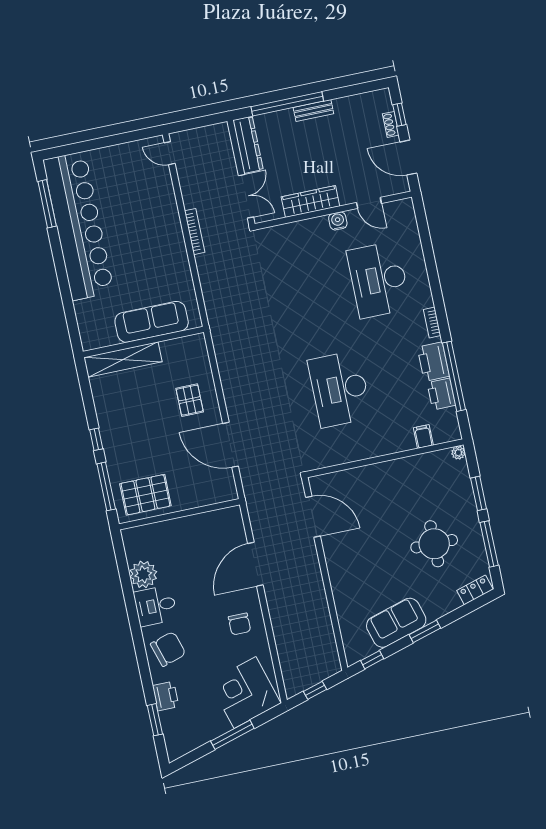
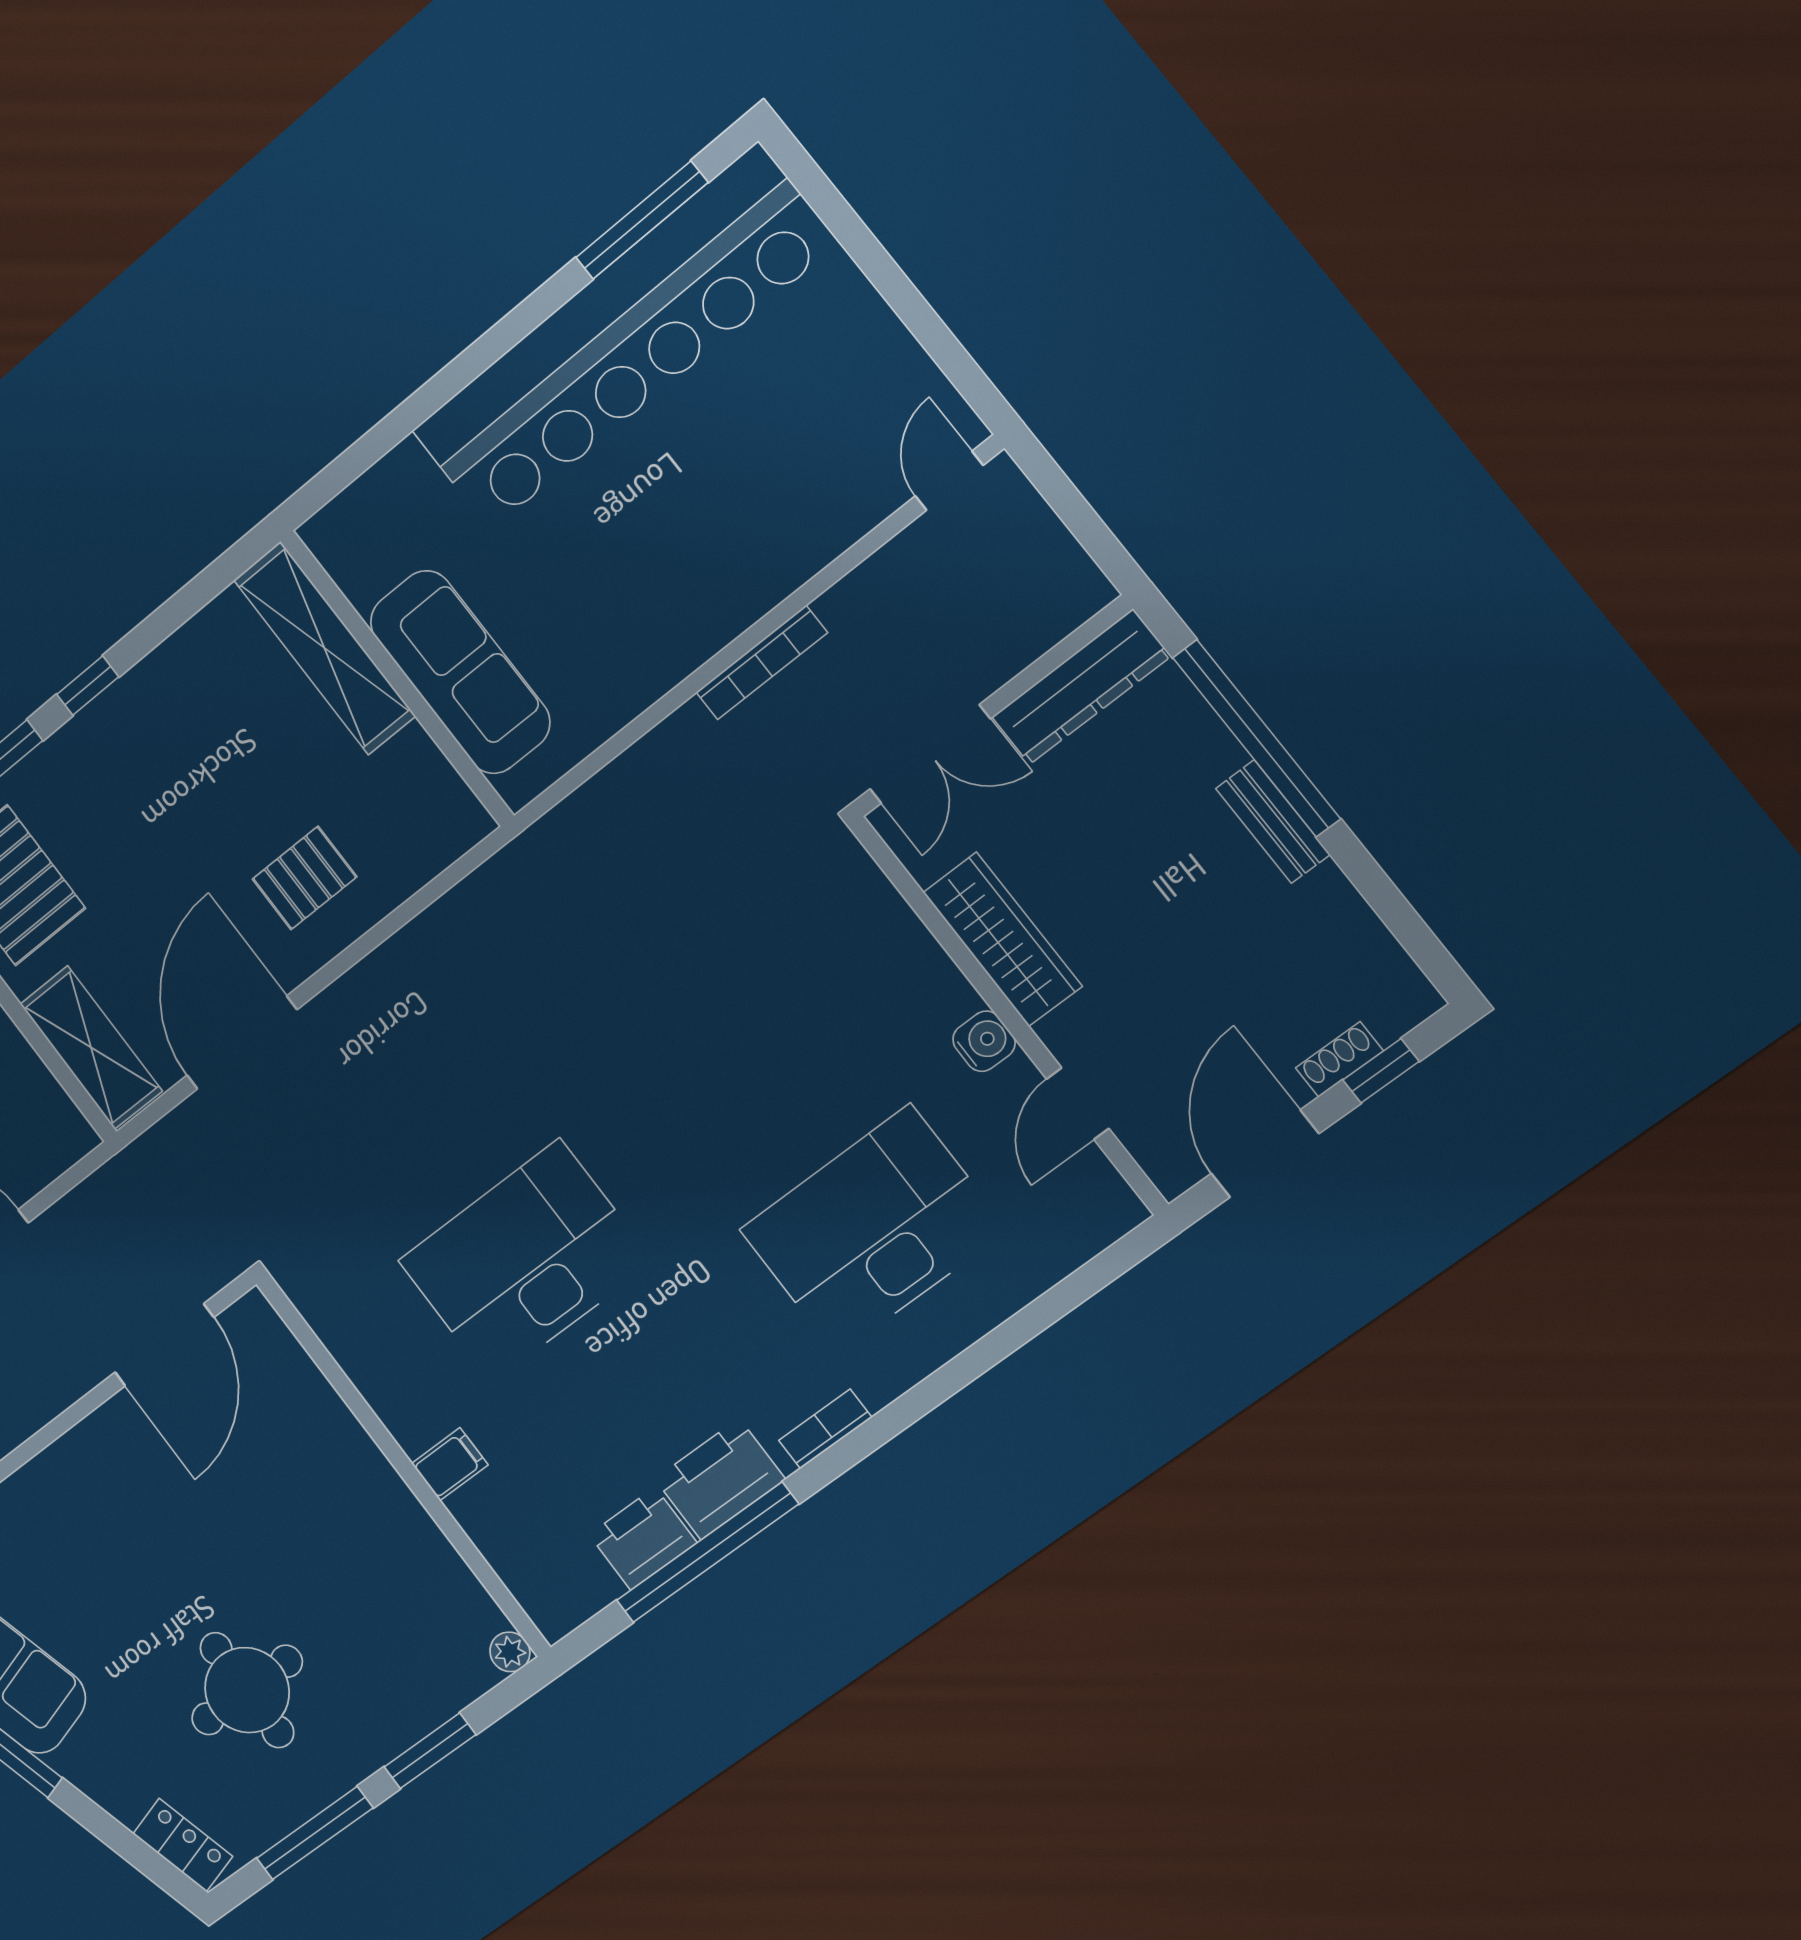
filing cabinet: (423, 437) -> (450, 1464), moved
shelving: (209, 494) -> (91, 1047), added

